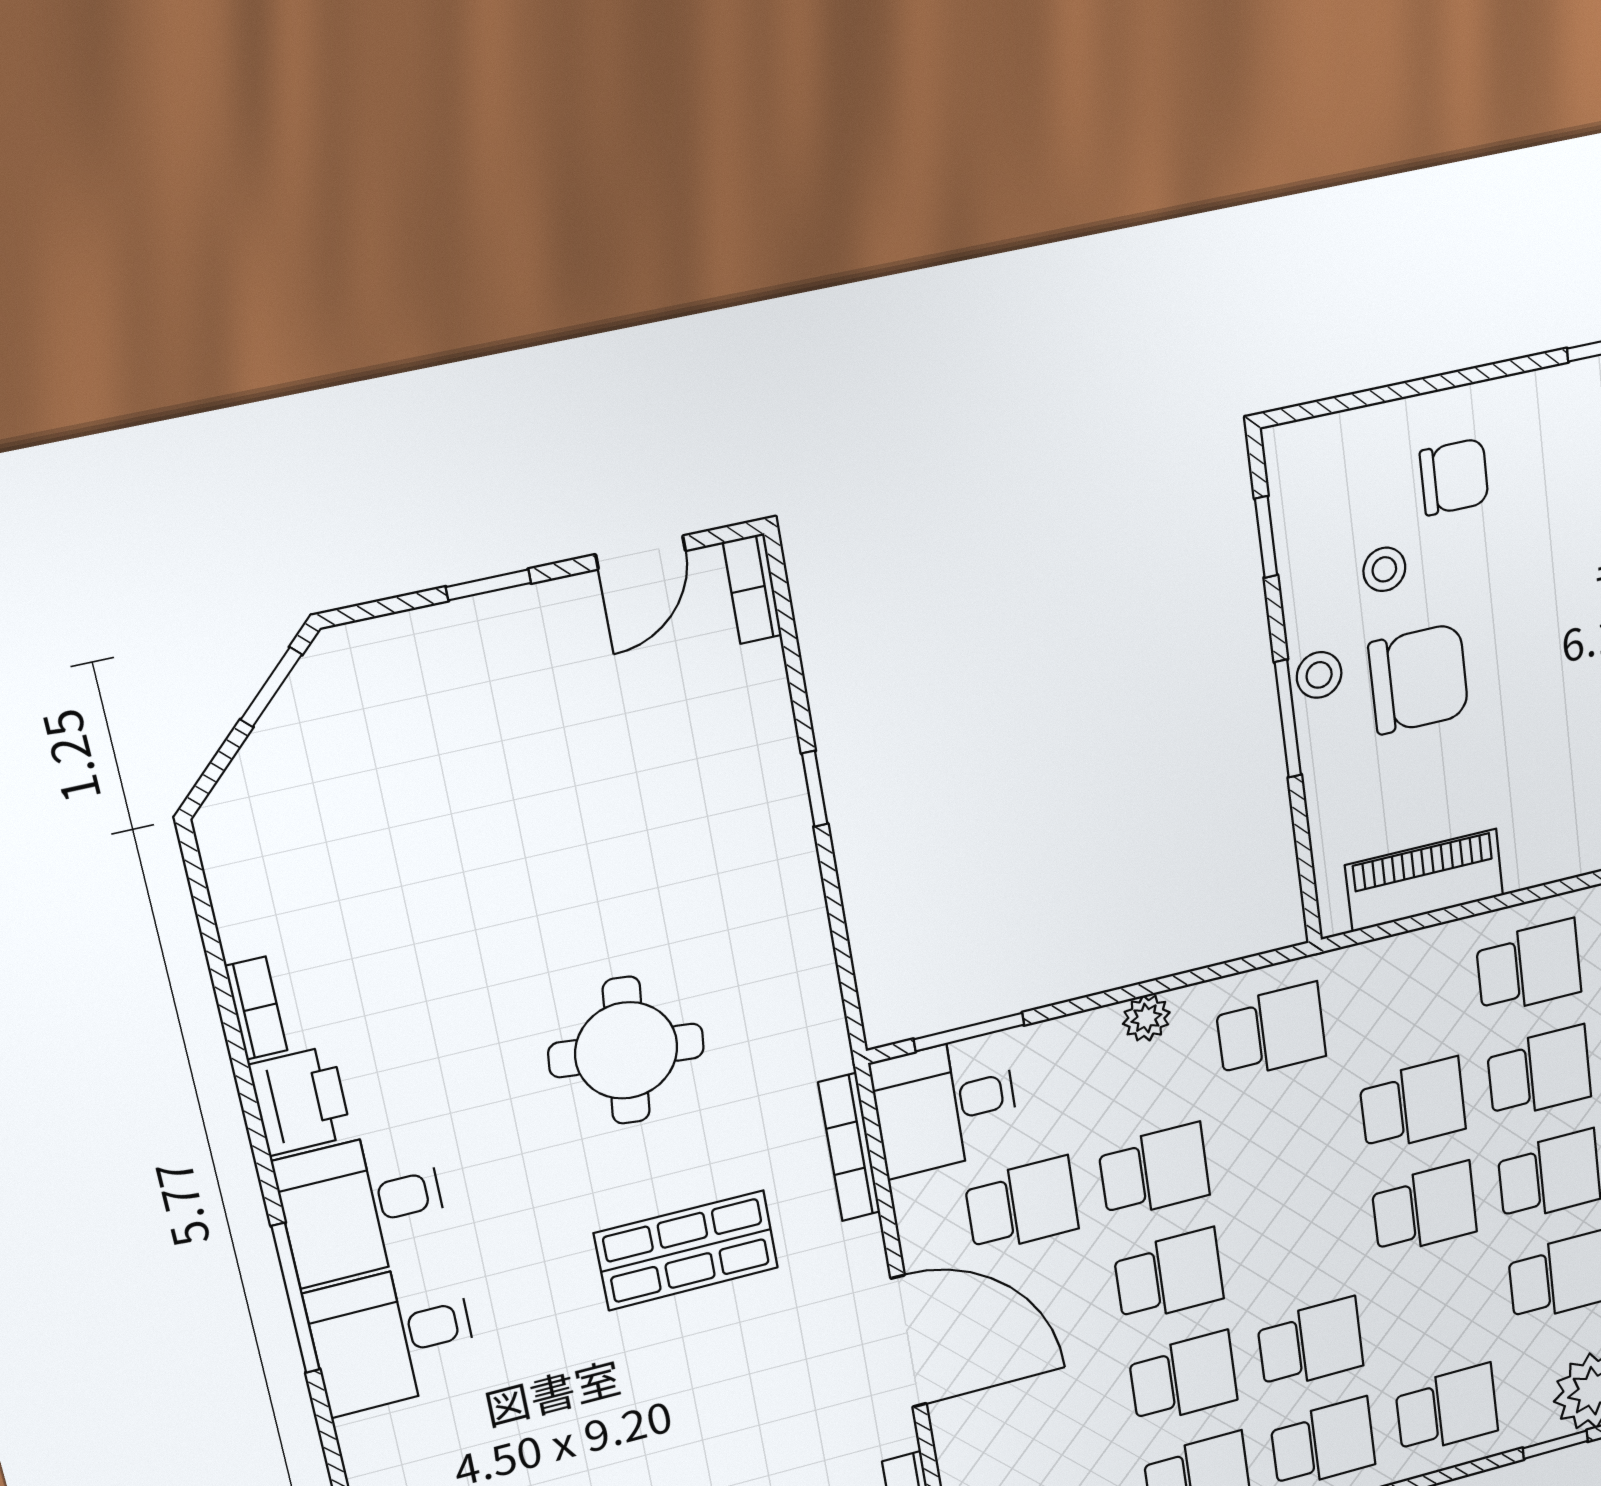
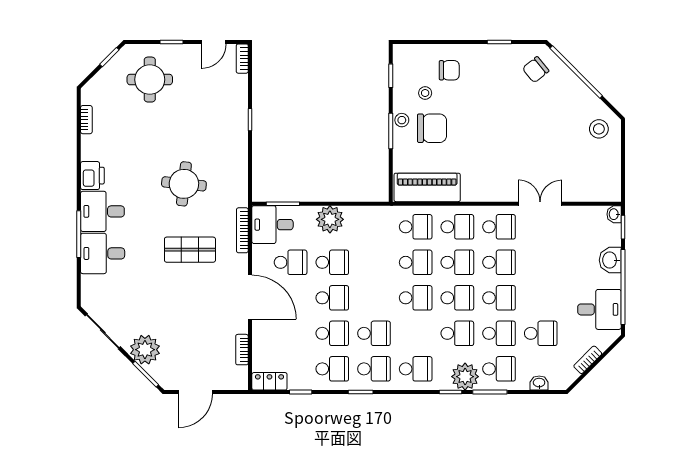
round table: (436, 733) -> (150, 80), added
piano: (1424, 880) -> (427, 187), width x1.37, depth x1.33
bookcase: (256, 1008) -> (86, 120), moved
plant: (1146, 1018) -> (330, 219), width x1.88, depth x1.88
school desk: (1271, 1031) -> (416, 227), moved

